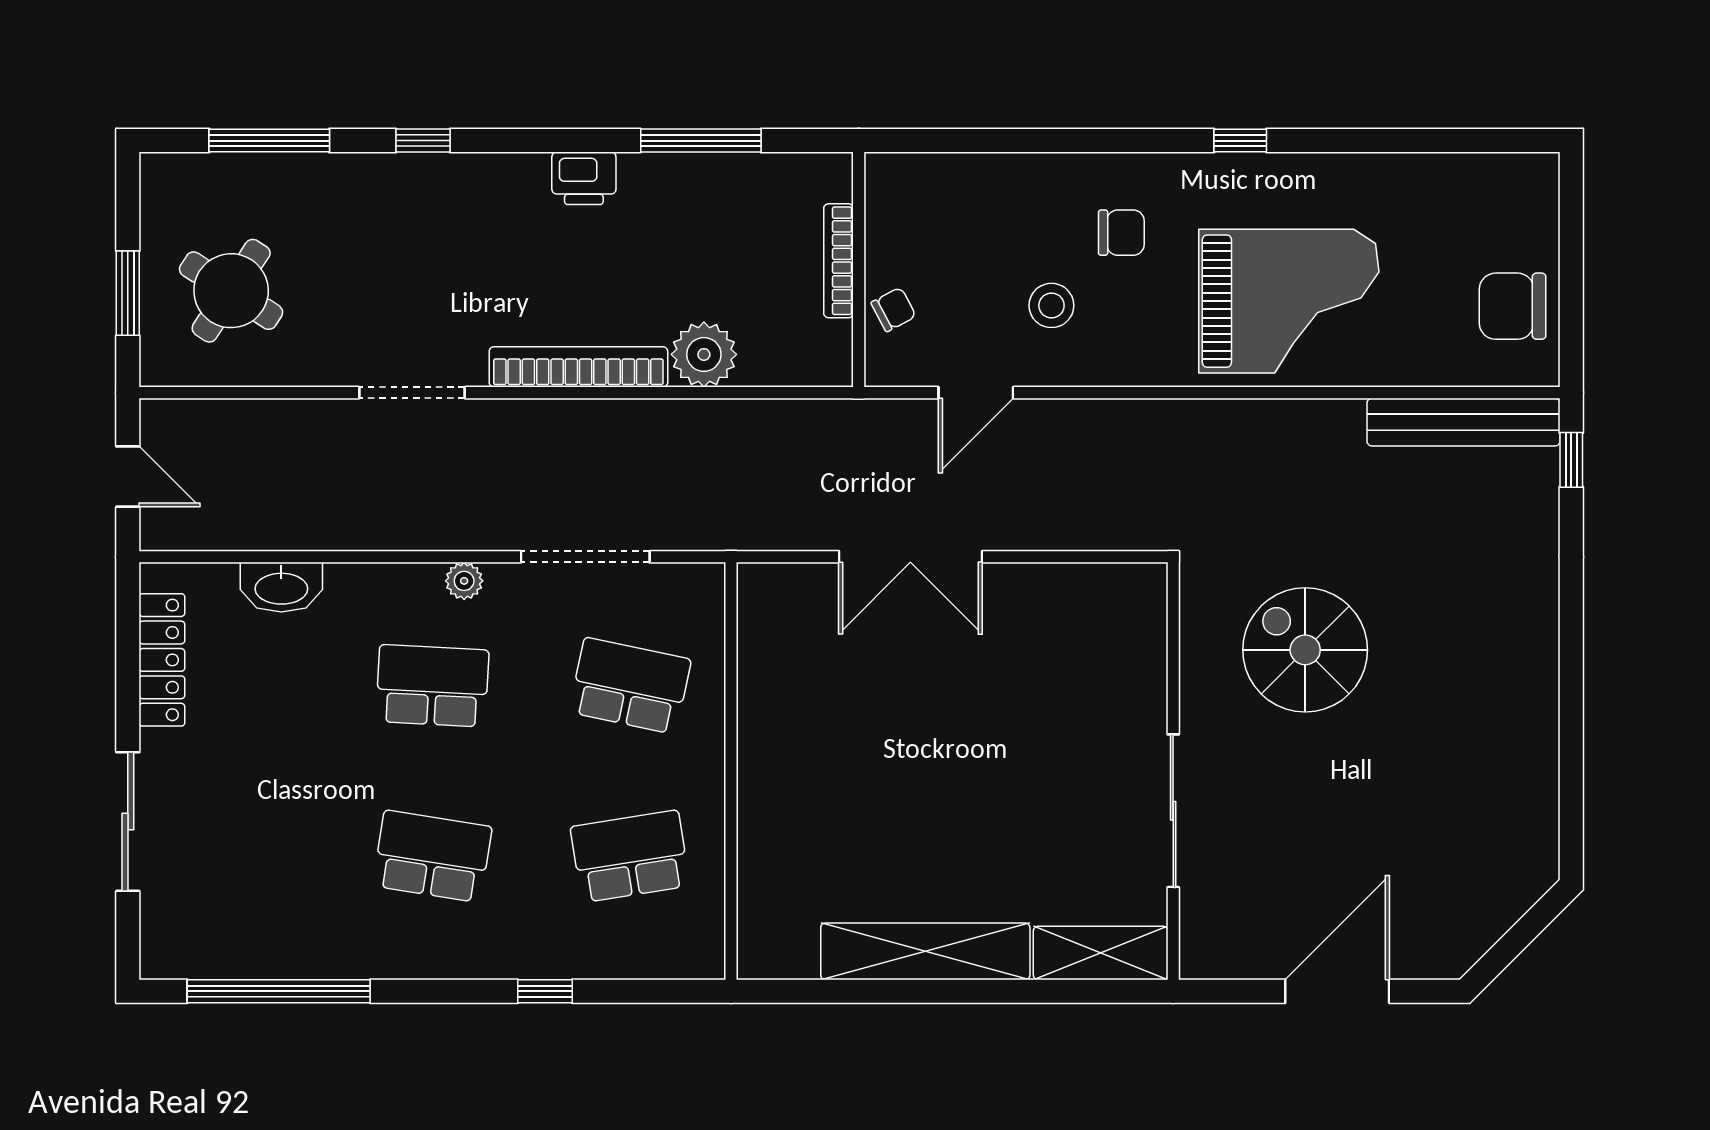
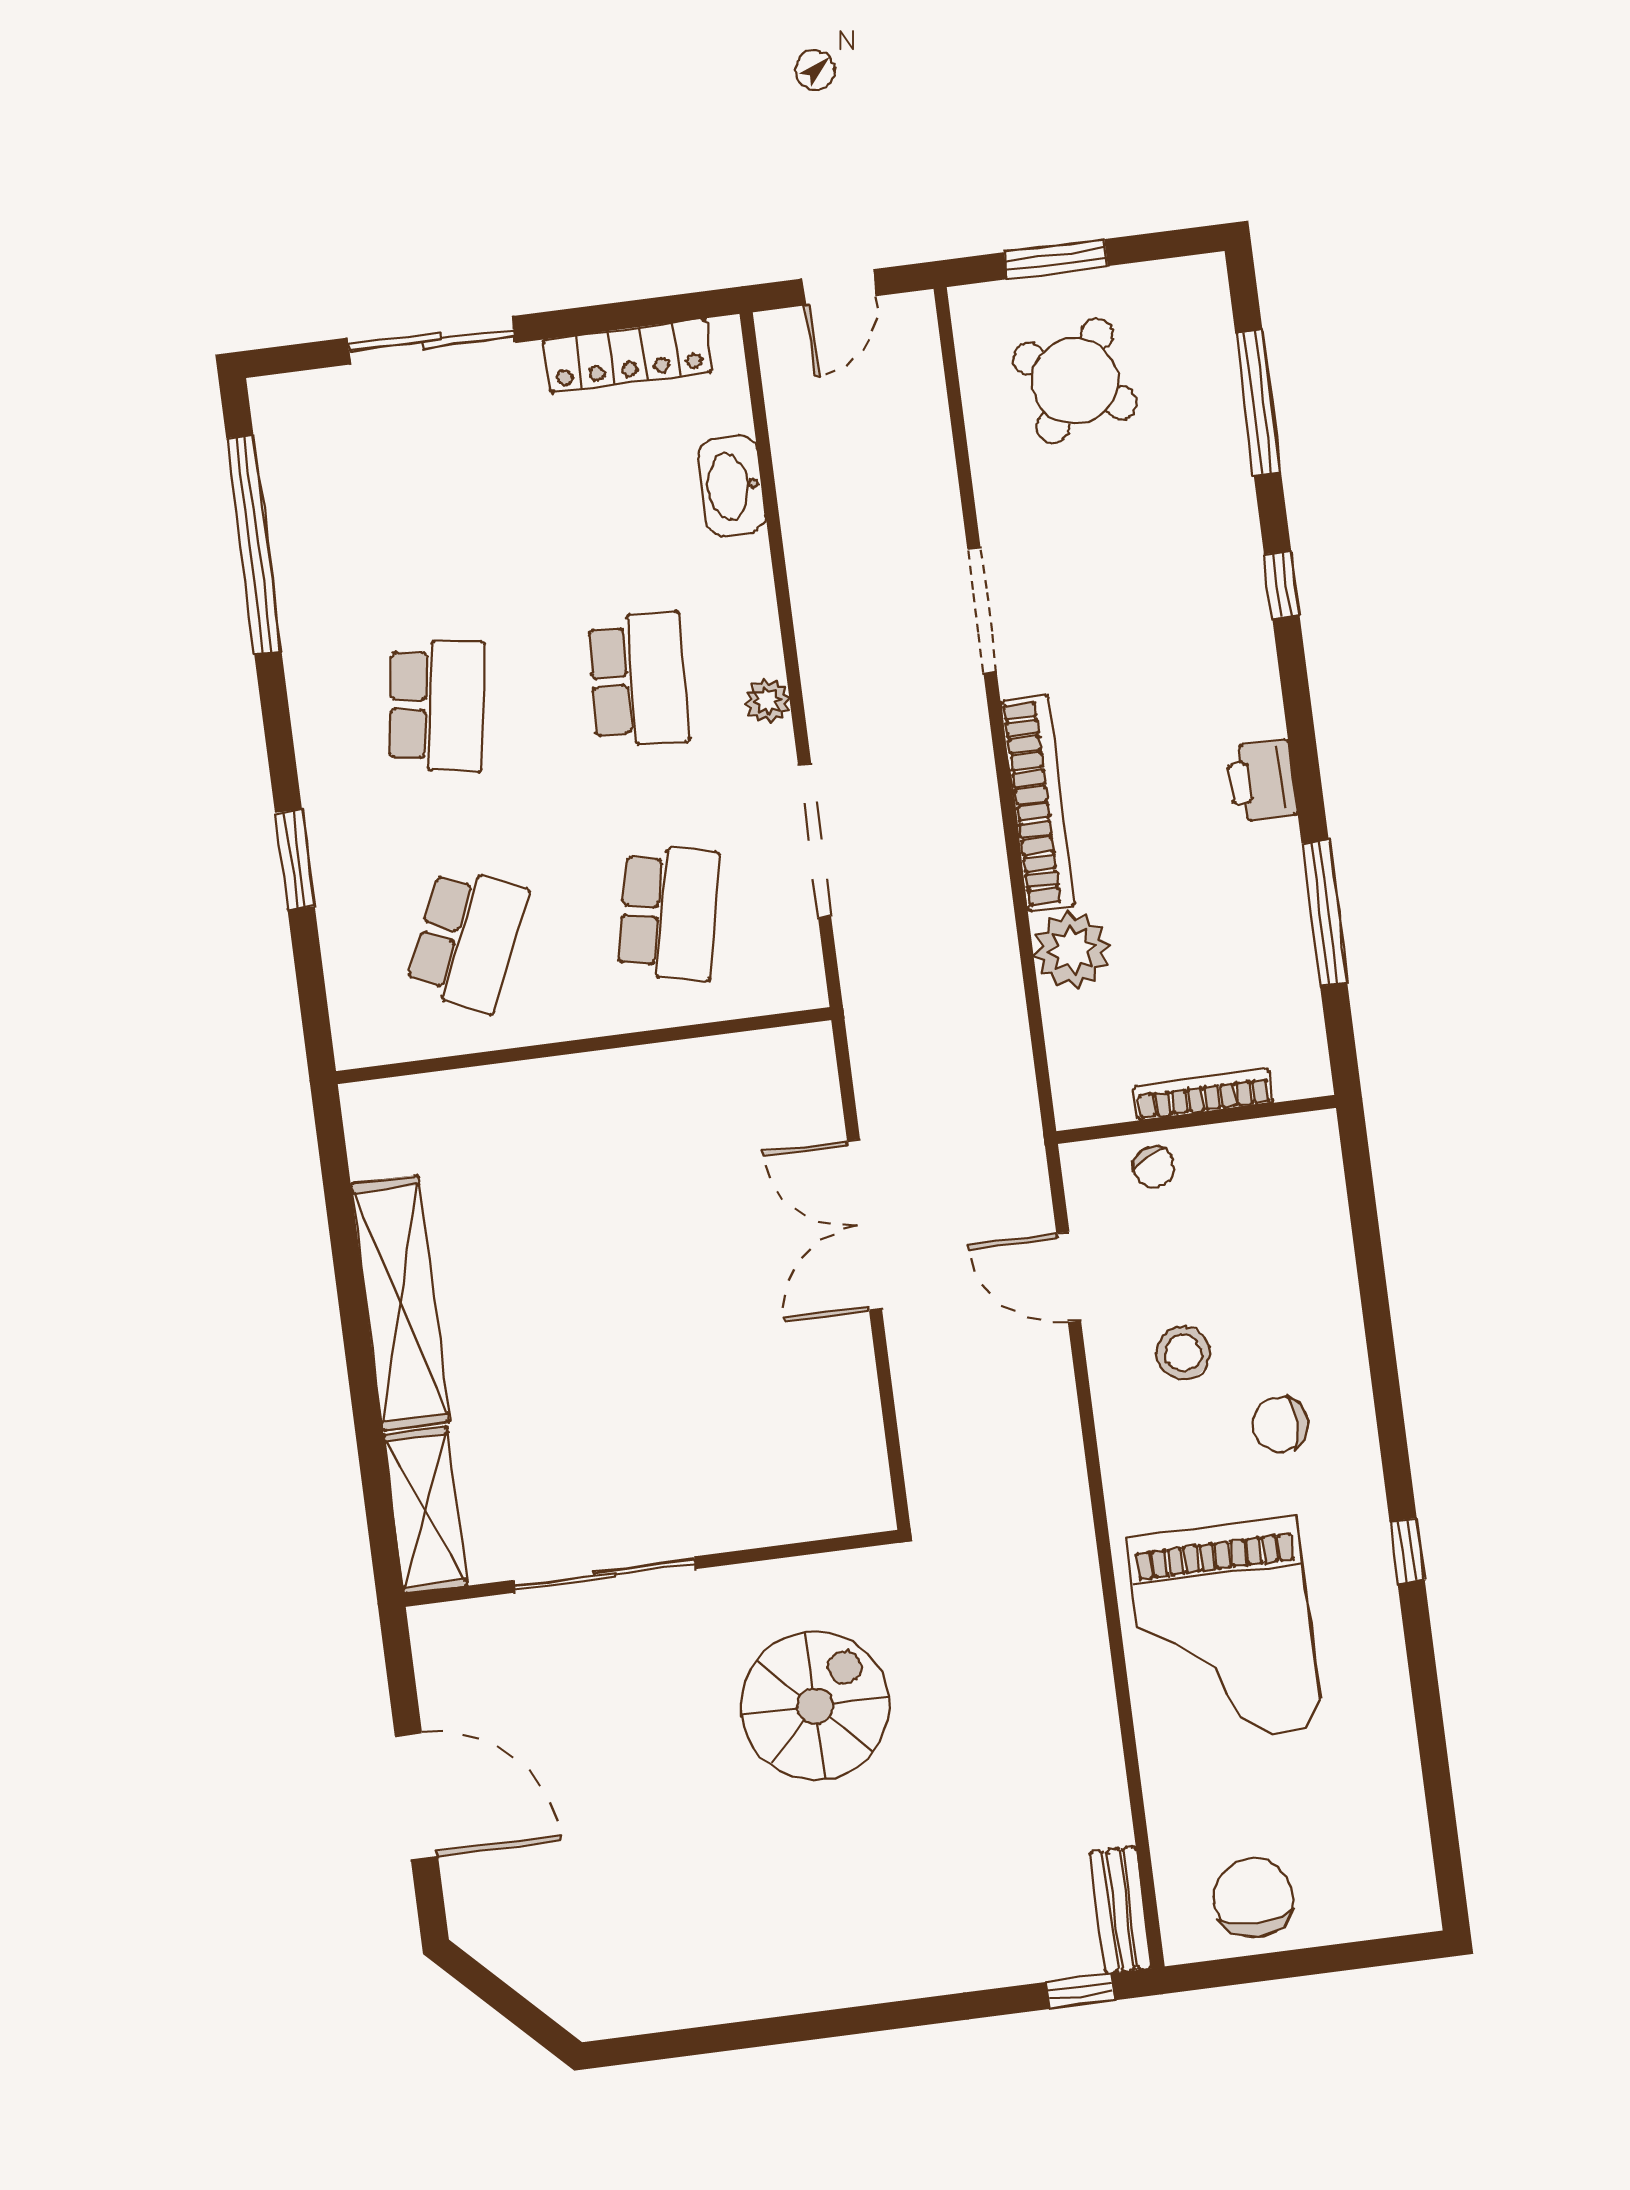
chair: (1121, 233) -> (1280, 1424), turned 90
bench: (1463, 422) -> (1120, 1910), width x0.54, depth x0.82
school desk: (630, 856) -> (467, 939), turned 33
window: (545, 991) -> (295, 860), width x1.50

